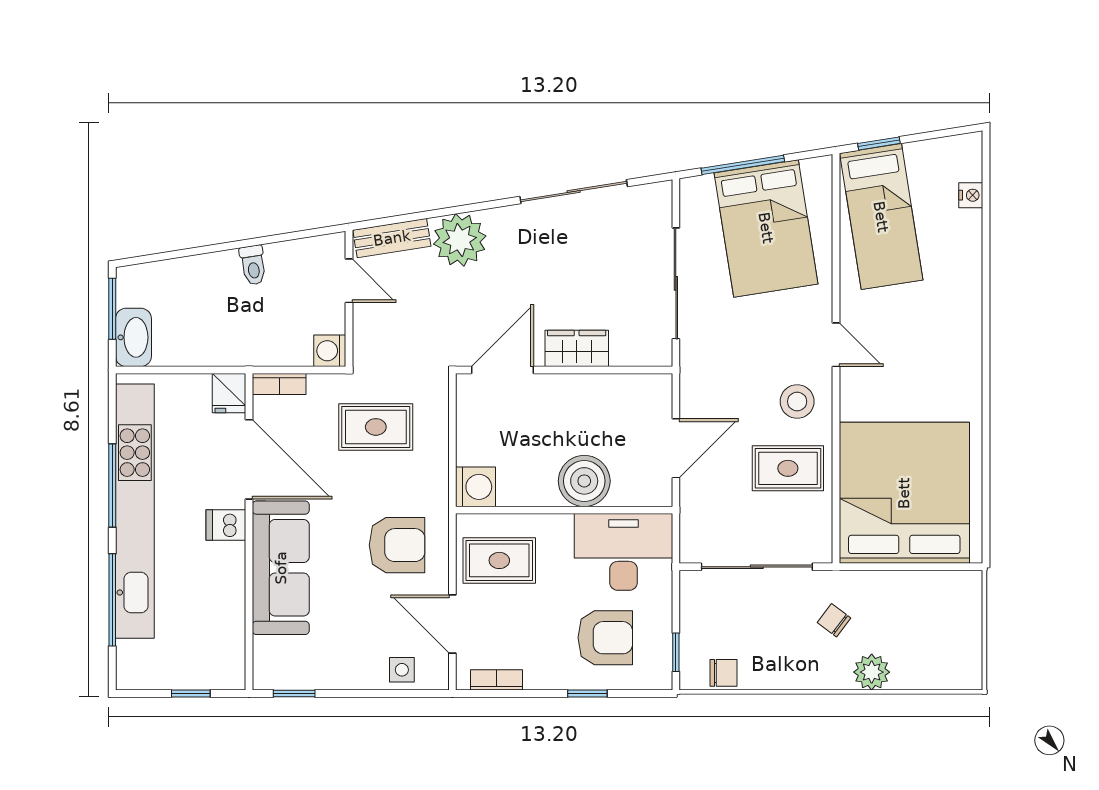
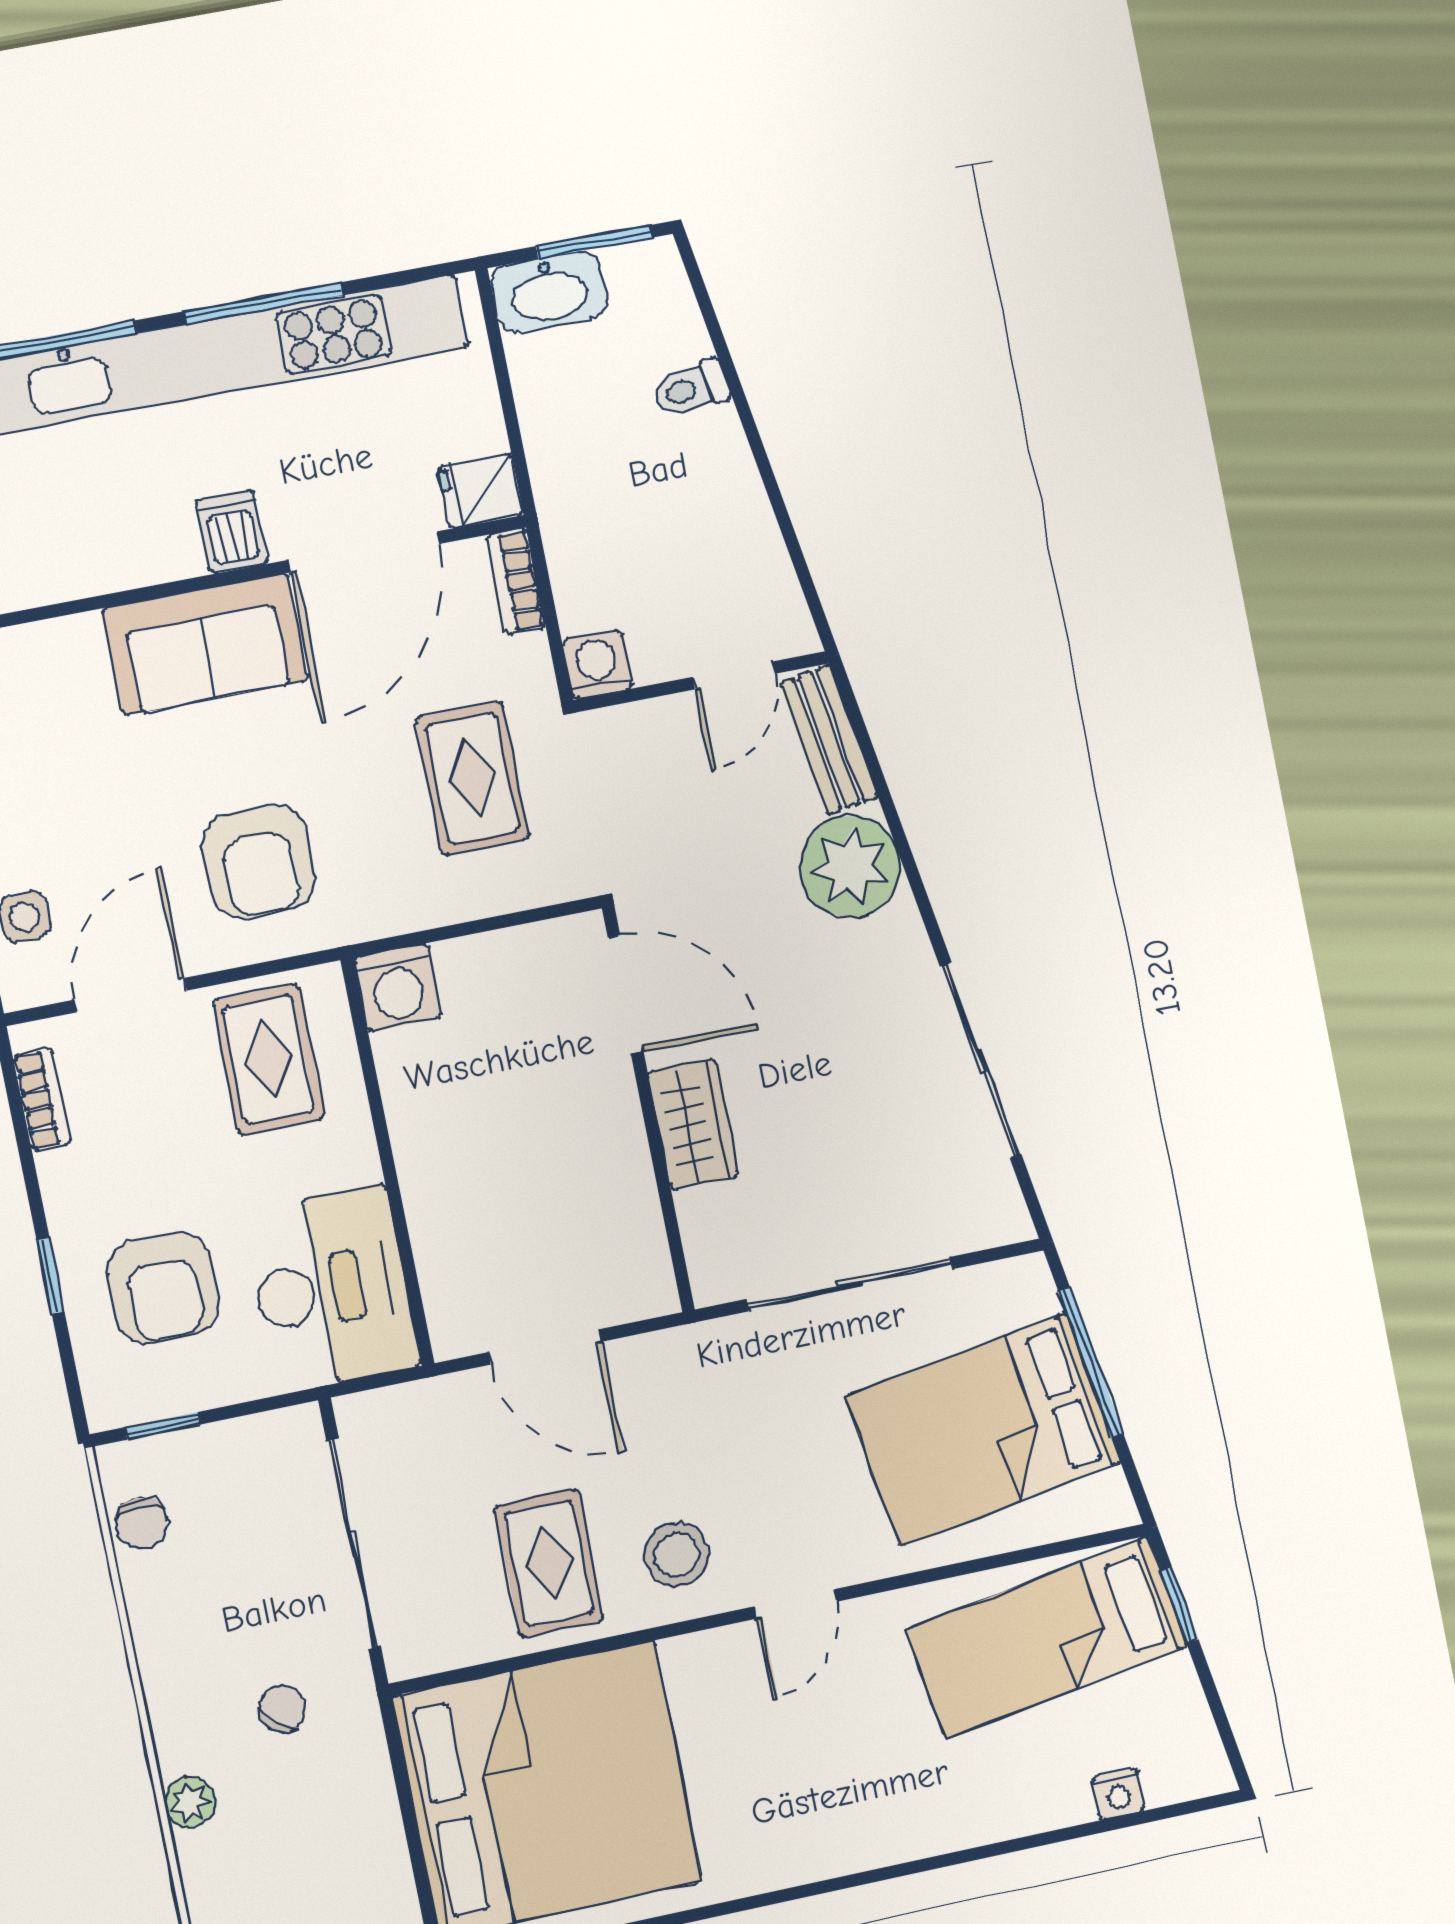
toilet: (253, 265) -> (691, 389), moved
boiler: (584, 481) -> (449, 1188), removed
sofa: (281, 568) -> (205, 644), width x0.73
plant: (872, 672) -> (190, 1802), width x0.73, depth x0.73

